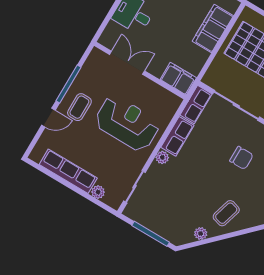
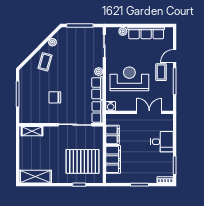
double door: (127, 63) -> (149, 112), swing flipped
filing cabinet: (178, 79) -> (113, 135), moved, turned -90
water cooler: (174, 102) -> (111, 106), added
reception desk: (127, 123) -> (129, 79), turned 180

